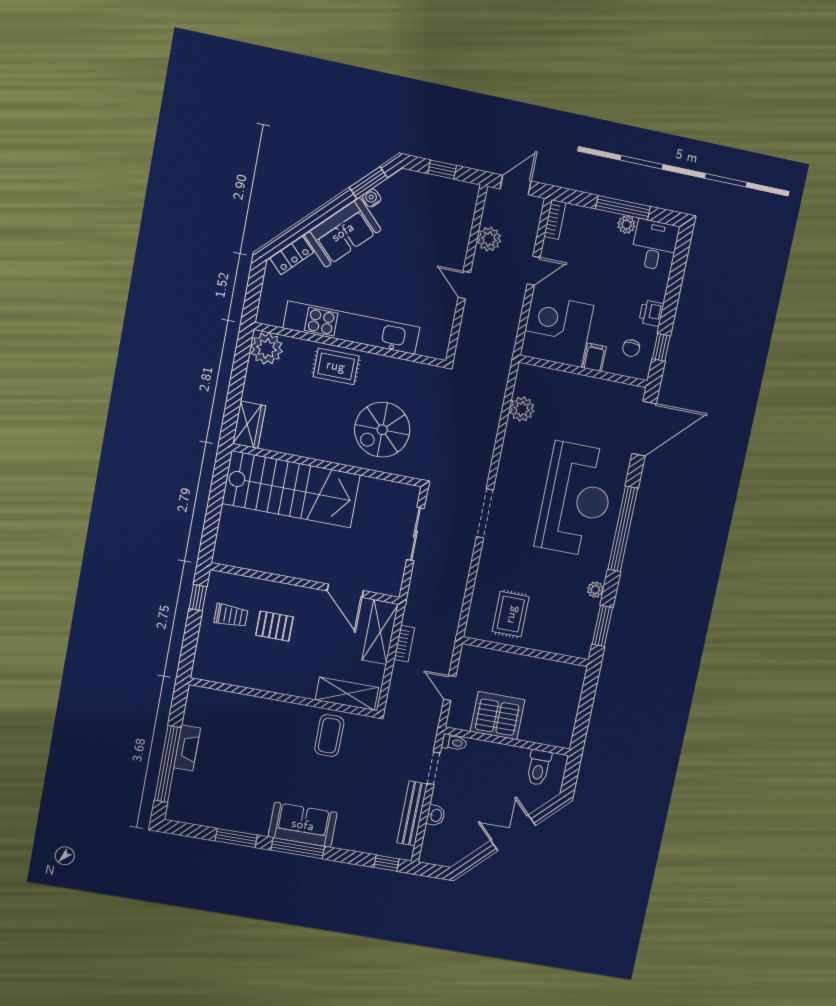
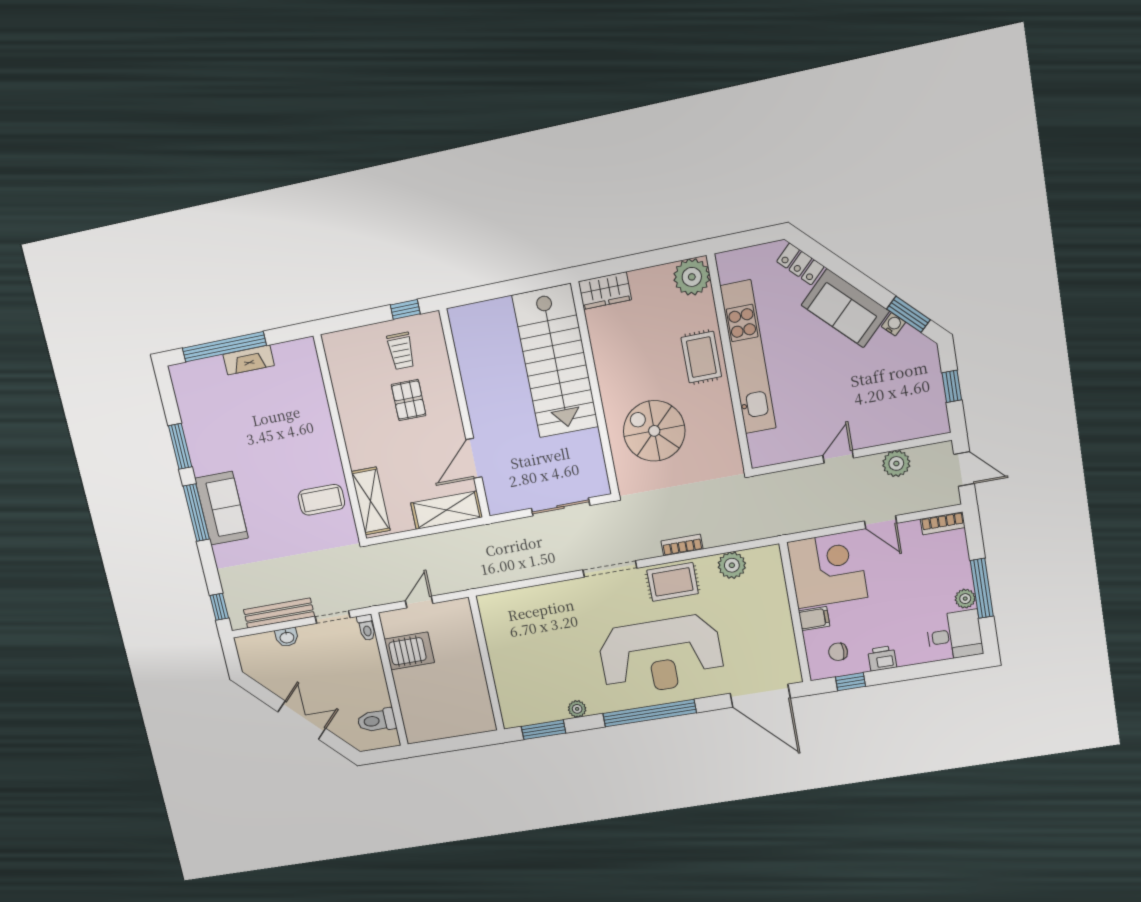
rug: (511, 614) -> (673, 582), moved
bookcase: (404, 644) -> (682, 545), moved, turned 180
server rack: (498, 716) -> (409, 651), width x0.62

